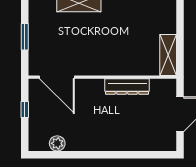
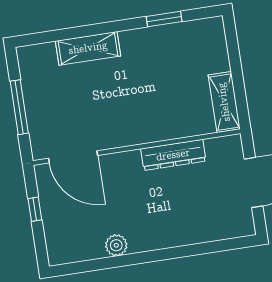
window: (25, 37) -> (19, 107), width x1.44
plant: (57, 143) -> (116, 245), moved

